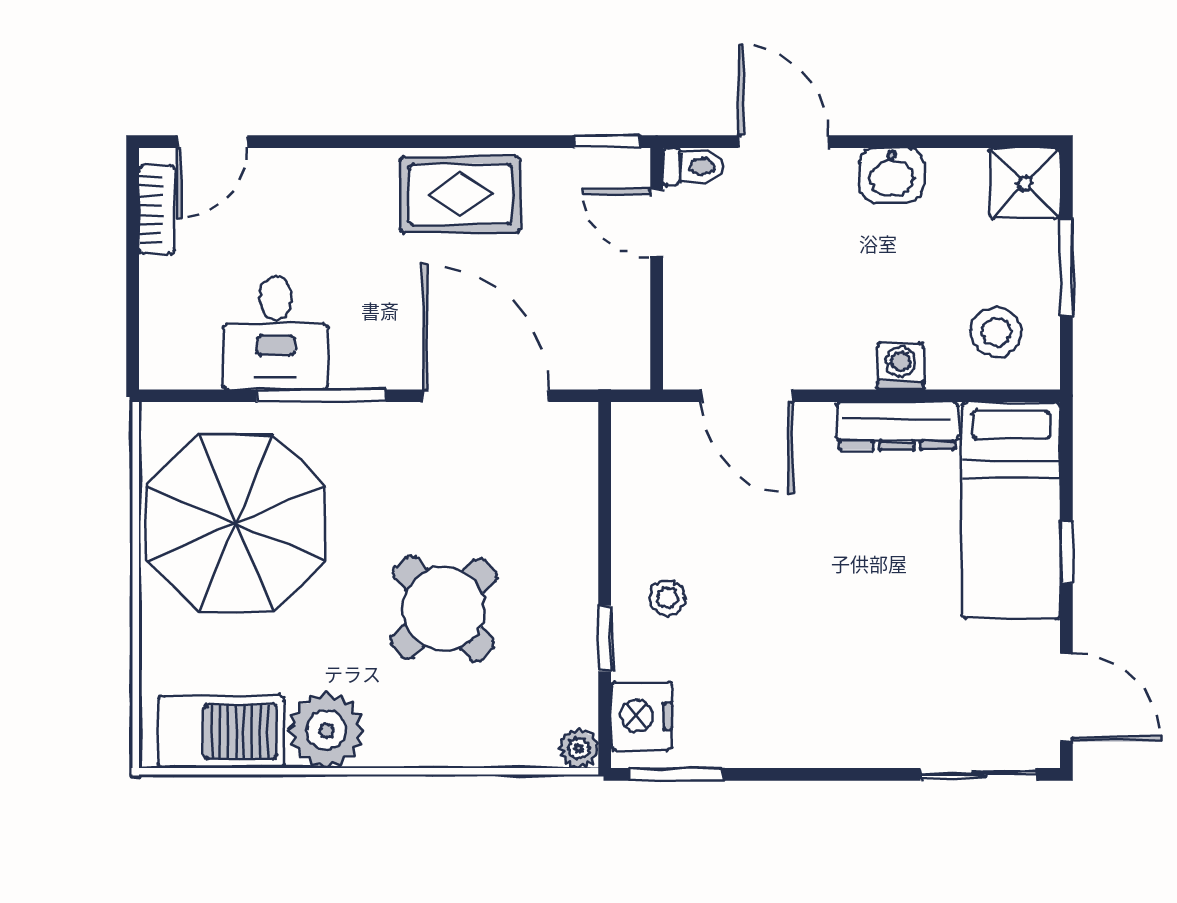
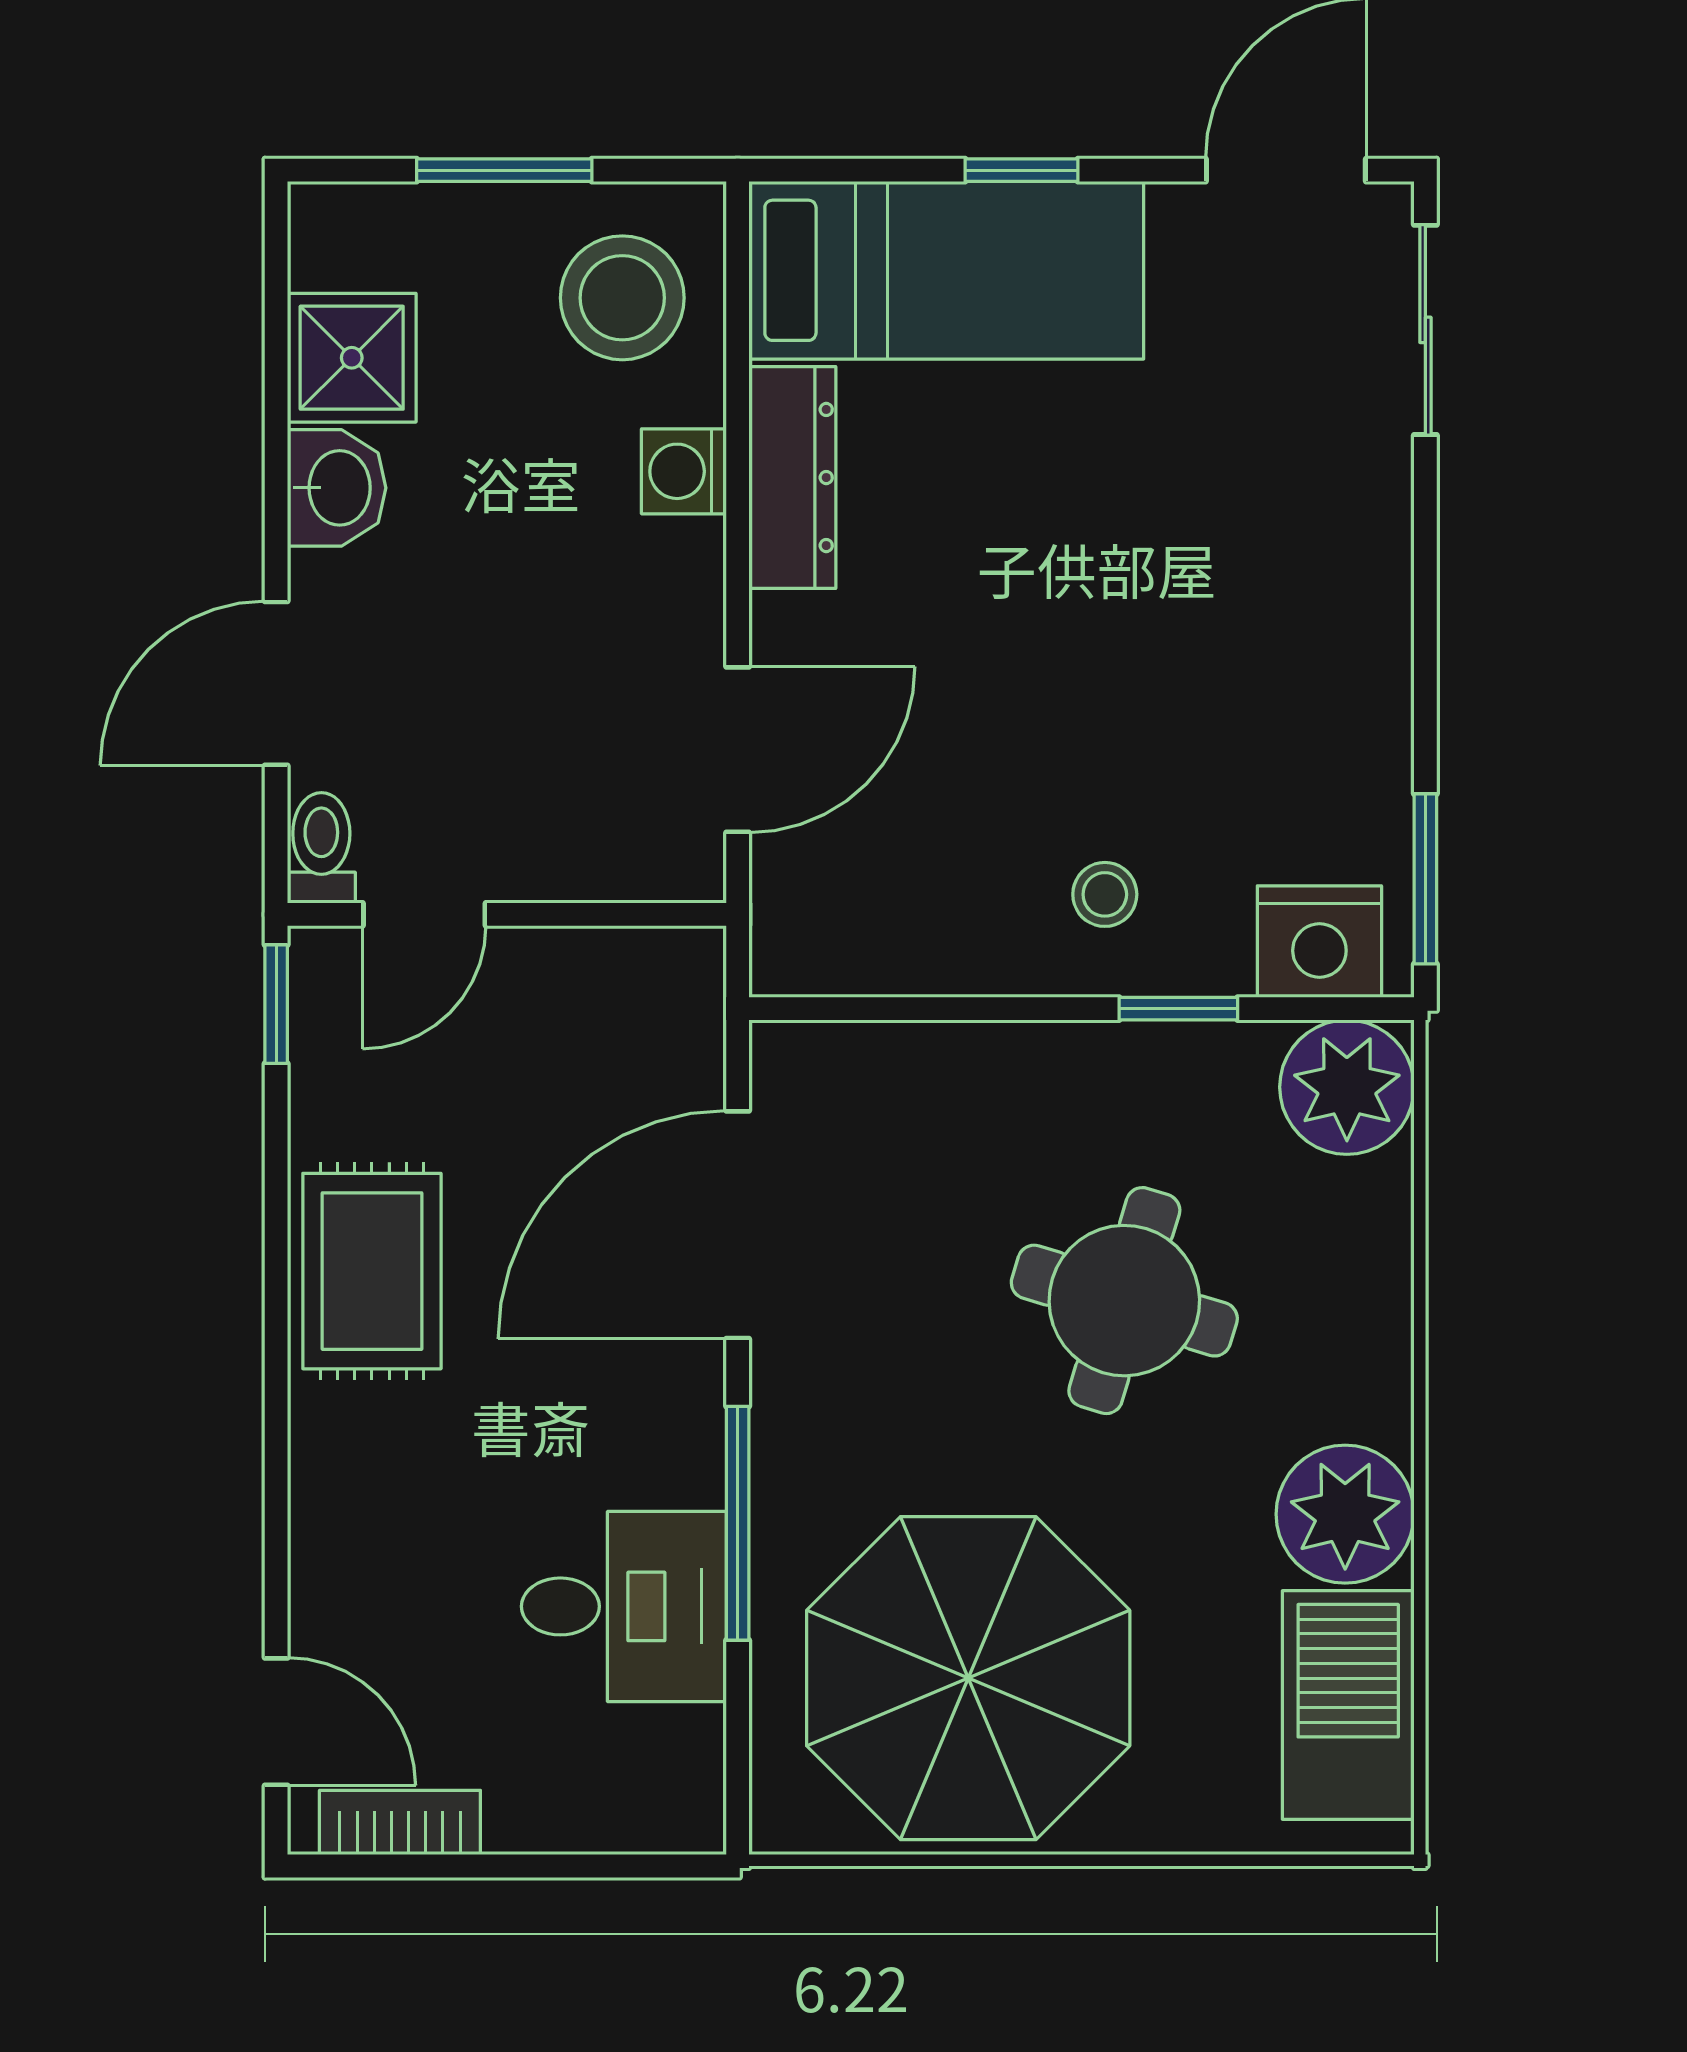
shower: (1025, 183) -> (352, 358), moved
stool: (996, 332) -> (622, 298), width x1.38, depth x1.38
round table: (444, 609) -> (1124, 1301), turned -30
plant: (579, 748) -> (1347, 1087), width x1.88, depth x1.88

